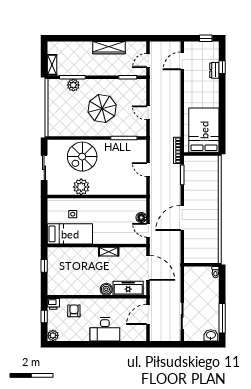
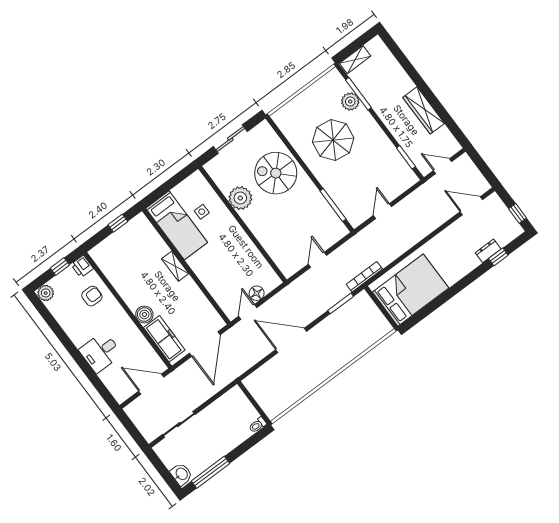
parasol: (102, 109) -> (333, 140), moved
shelving: (109, 252) -> (175, 266), moved
desk: (105, 329) -> (100, 352), width x0.73

